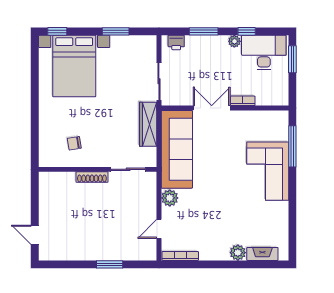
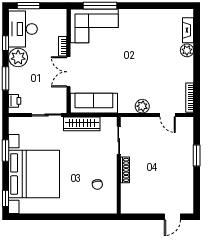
plant: (234, 41) -> (18, 57), width x1.87, depth x1.87
bed with nightstands: (74, 66) -> (34, 174), width x1.36
sofa: (177, 149) -> (94, 103), width x0.74, depth x0.79
corner sofa: (268, 171) -> (94, 26), moved

